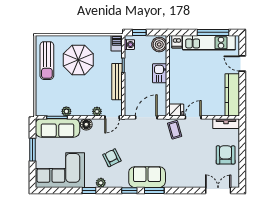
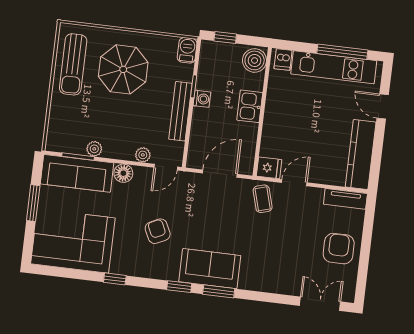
washing machine: (129, 45) -> (202, 99), moved
plant: (101, 183) -> (135, 269), removed

